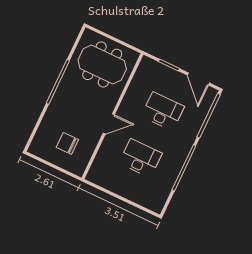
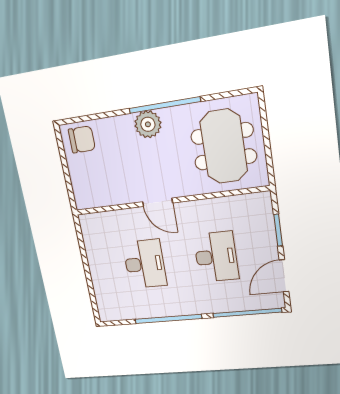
plant: (62, 99) -> (148, 124), added
chair: (67, 143) -> (82, 140), moved, turned 90

